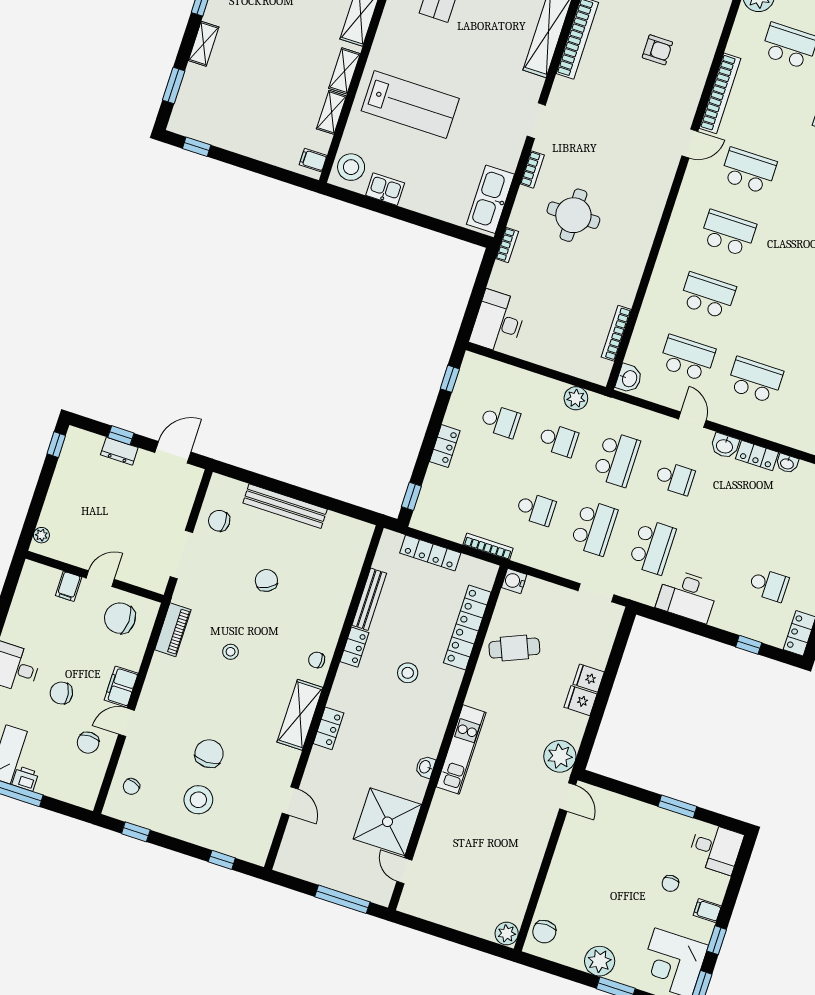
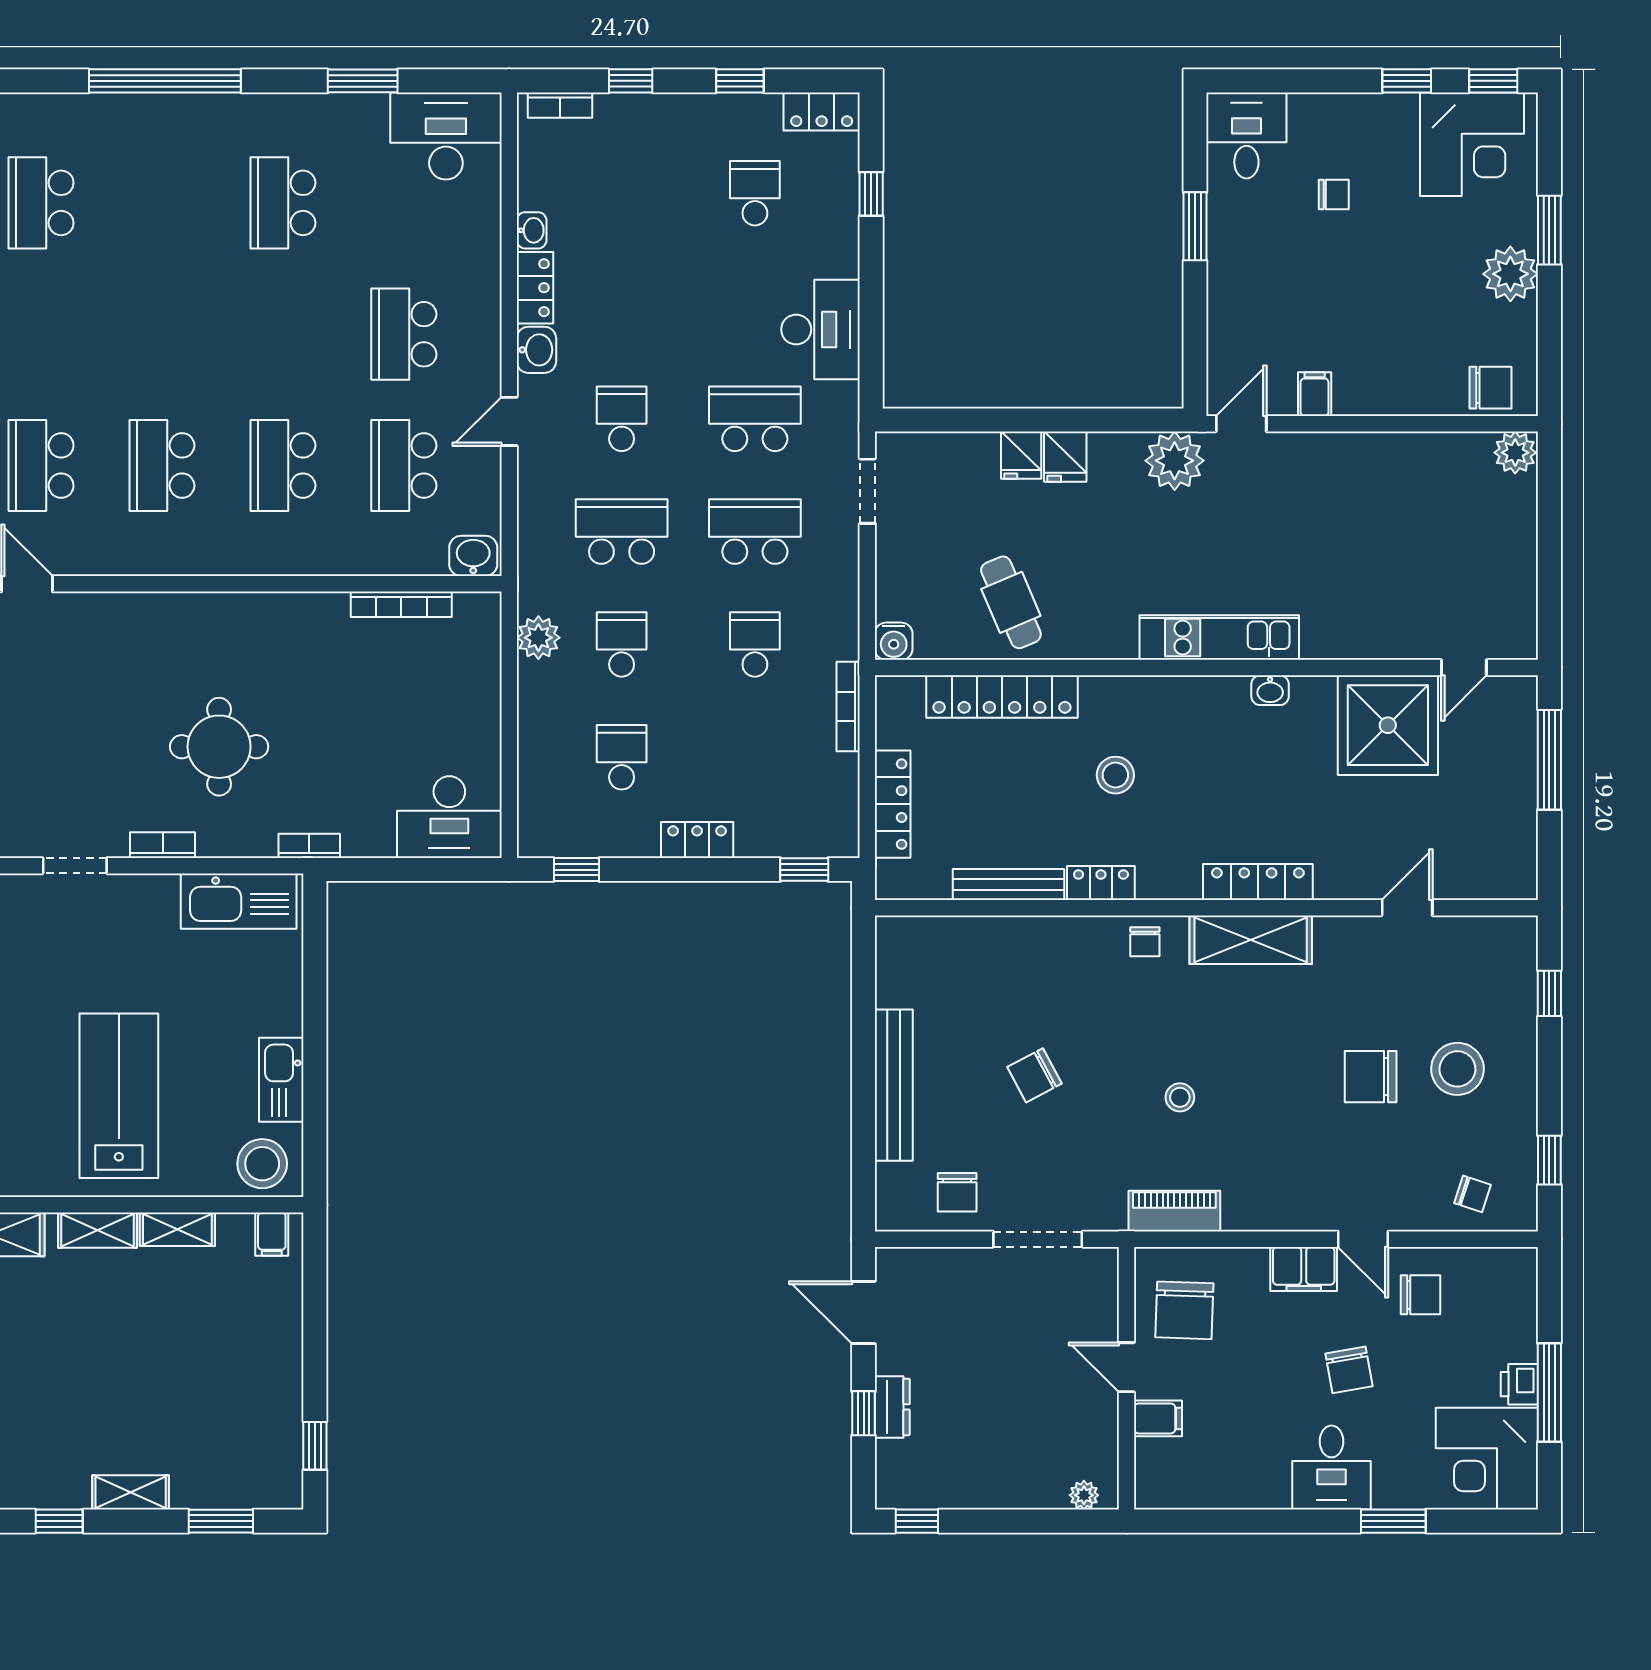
kitchen sink: (385, 189) -> (281, 1080), width x1.38
locker: (328, 728) -> (1258, 882), width x1.53
filing cabinet: (707, 911) -> (1315, 394), moved, turned 180

